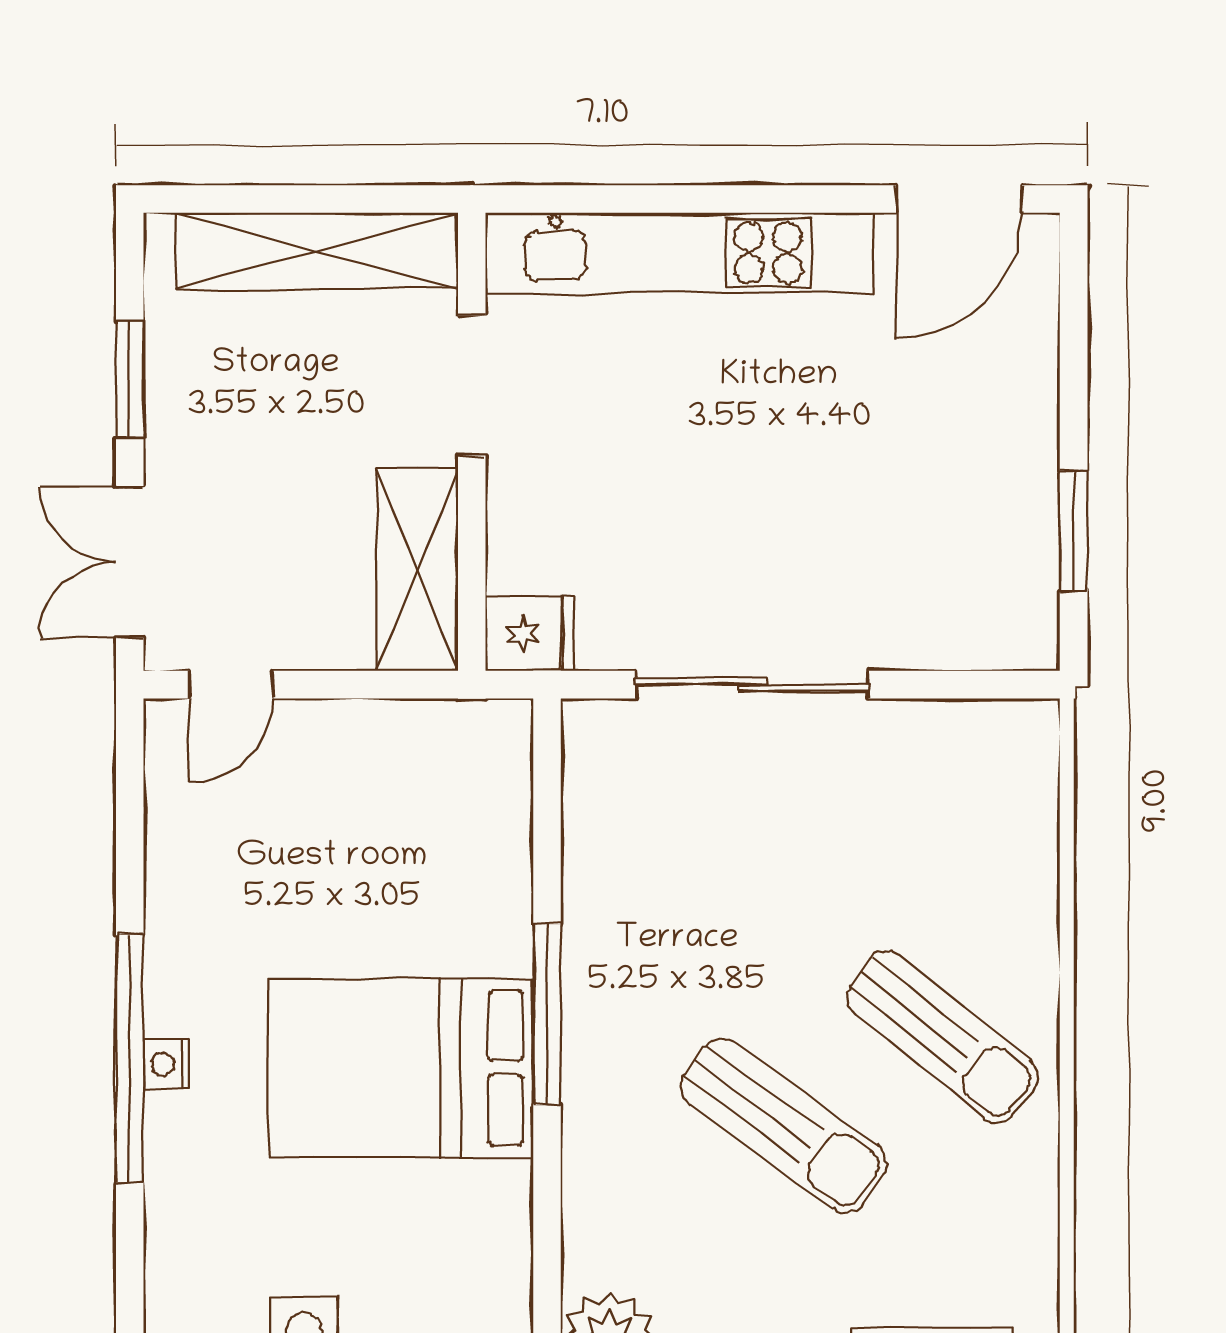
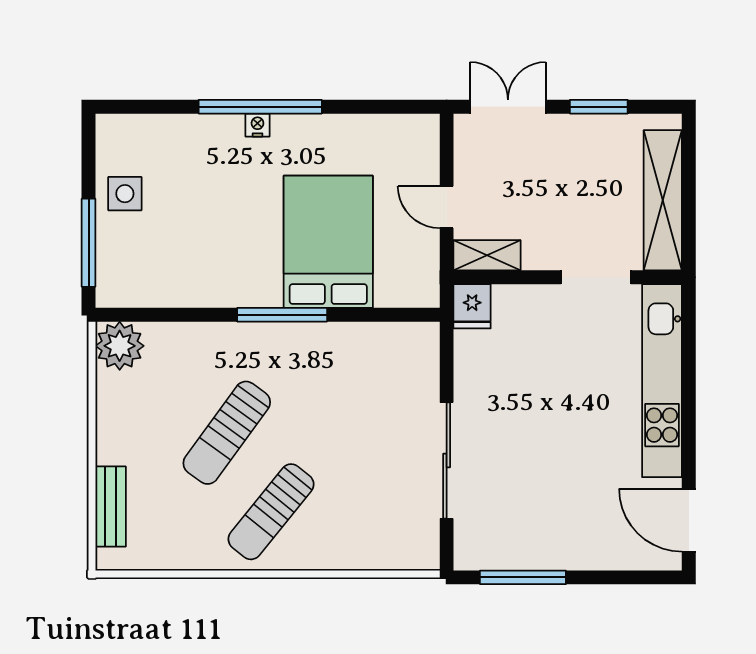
window: (1074, 532) -> (523, 577), width x1.44
shelving: (418, 570) -> (487, 255), width x0.67, depth x0.75
door: (231, 685) -> (447, 207), moved
sliding door: (752, 685) -> (447, 460), moved
bed: (401, 1068) -> (328, 242), moved

